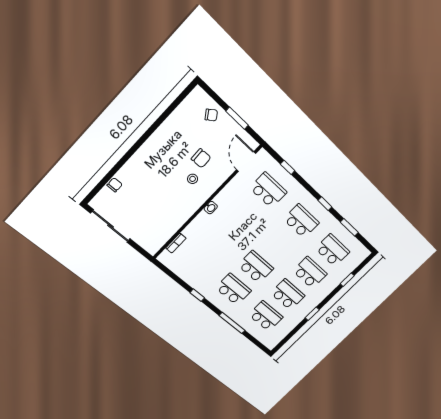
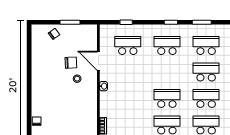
door: (246, 161) -> (98, 61), moved

